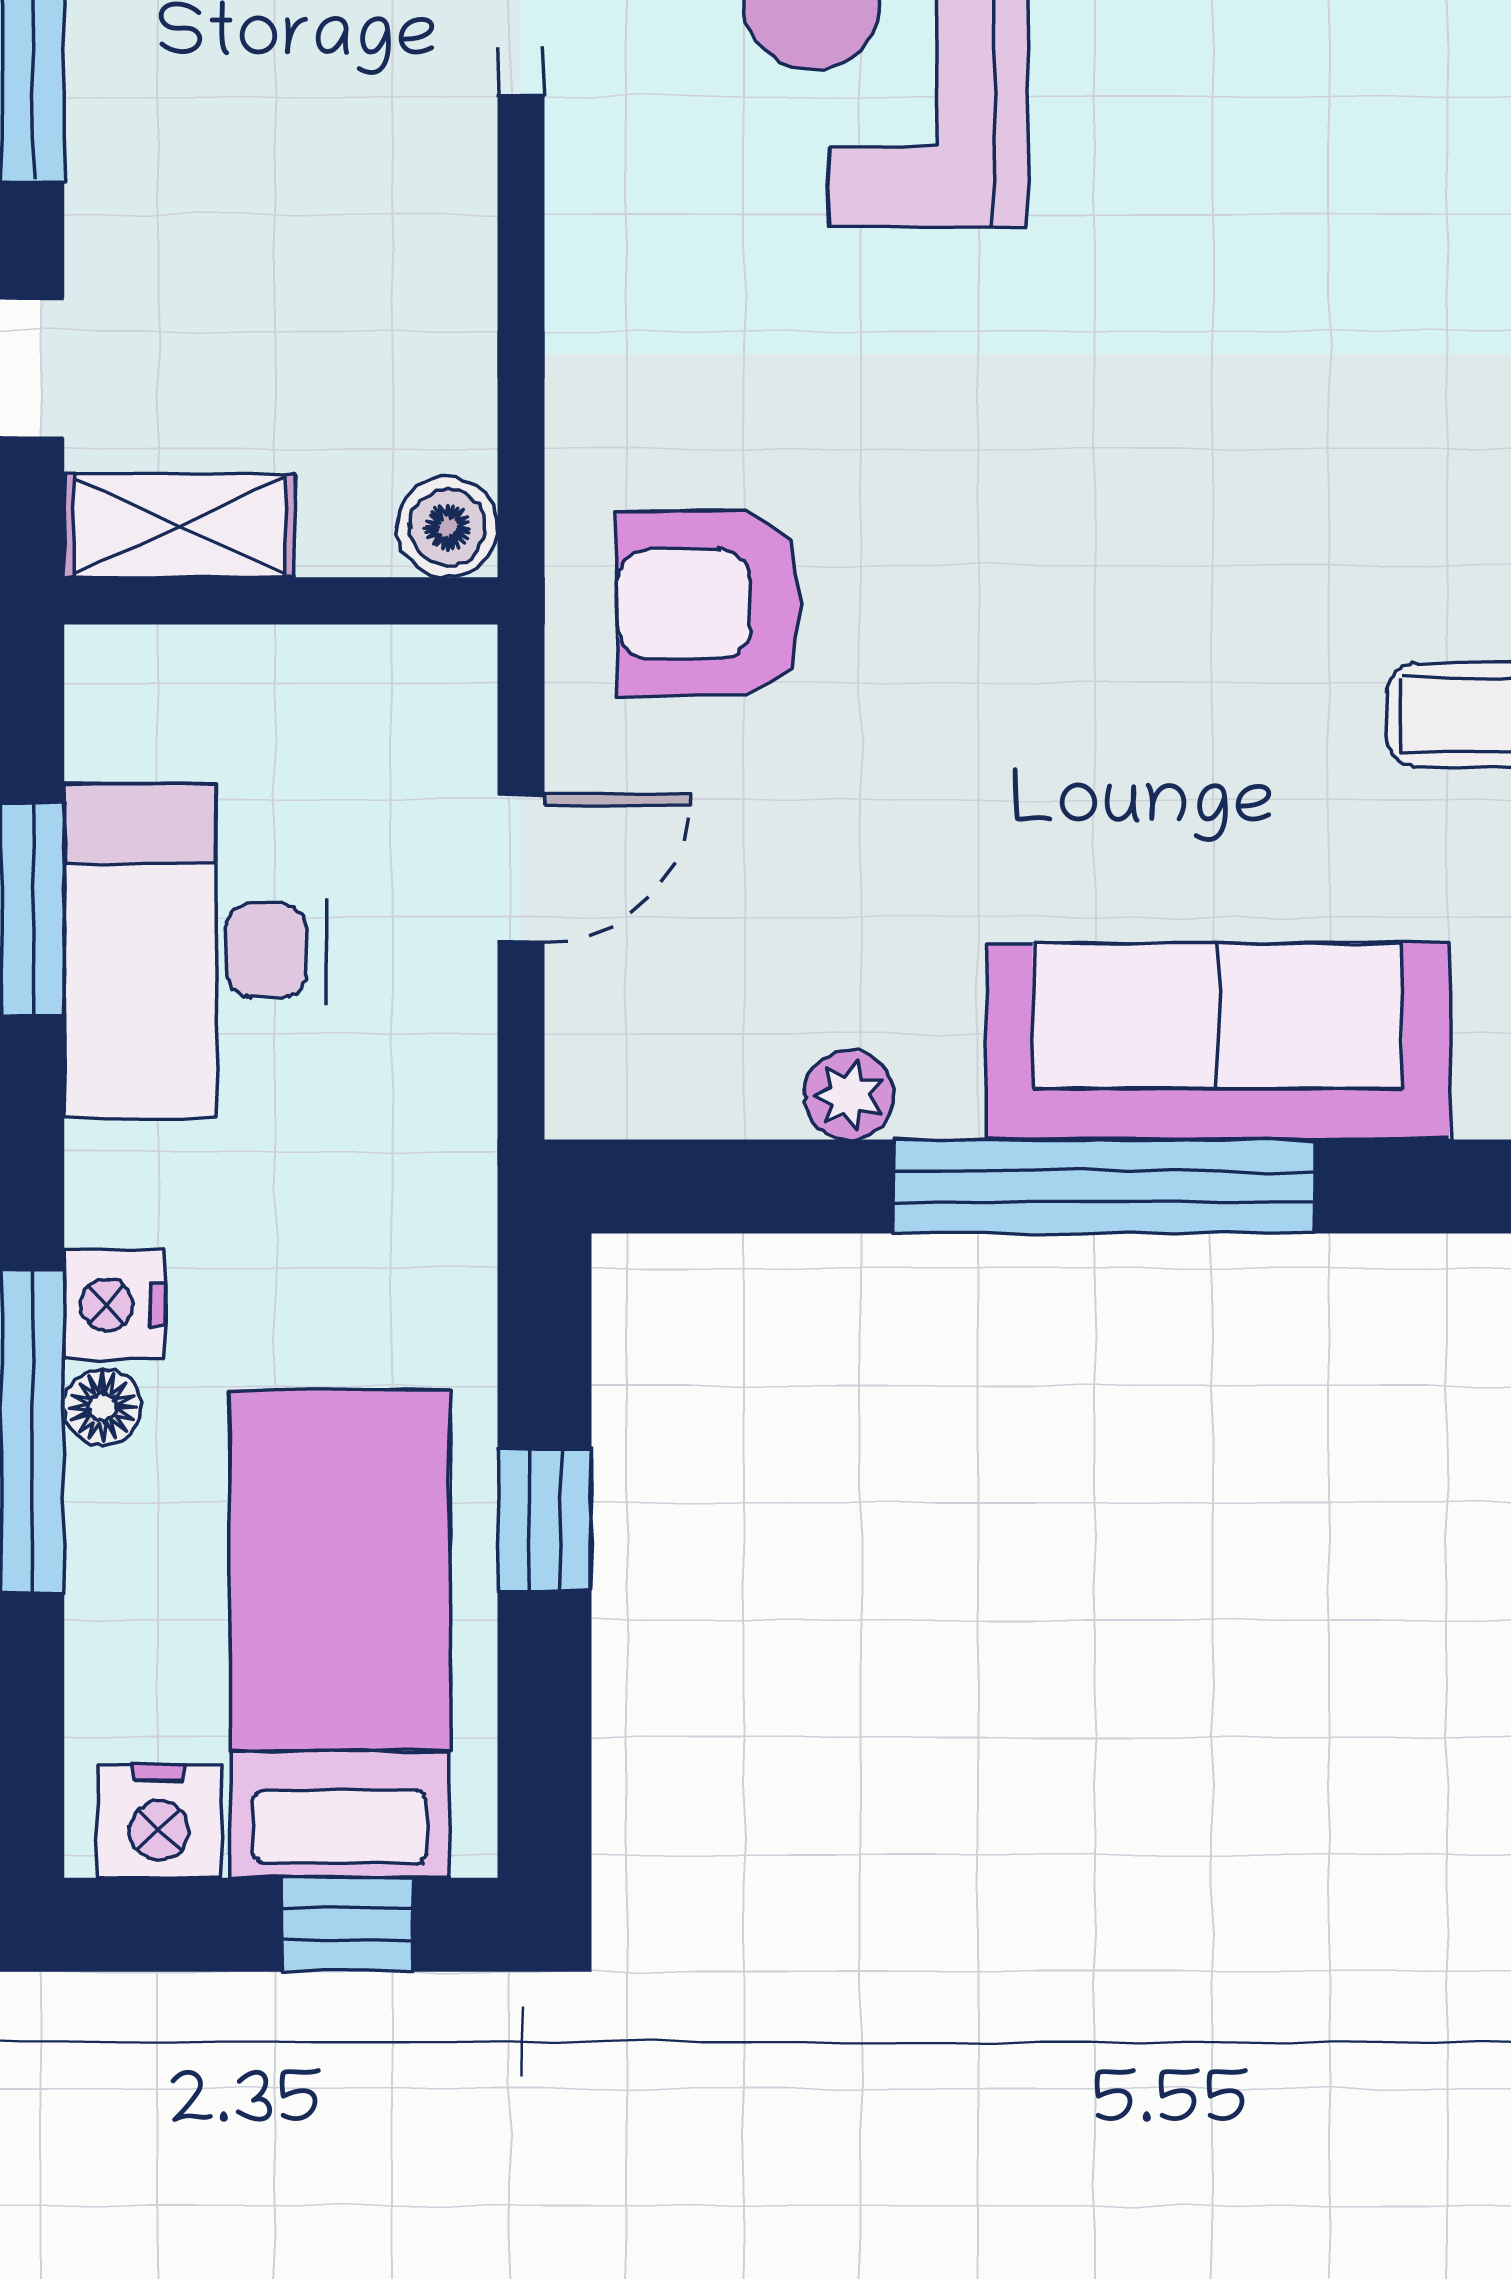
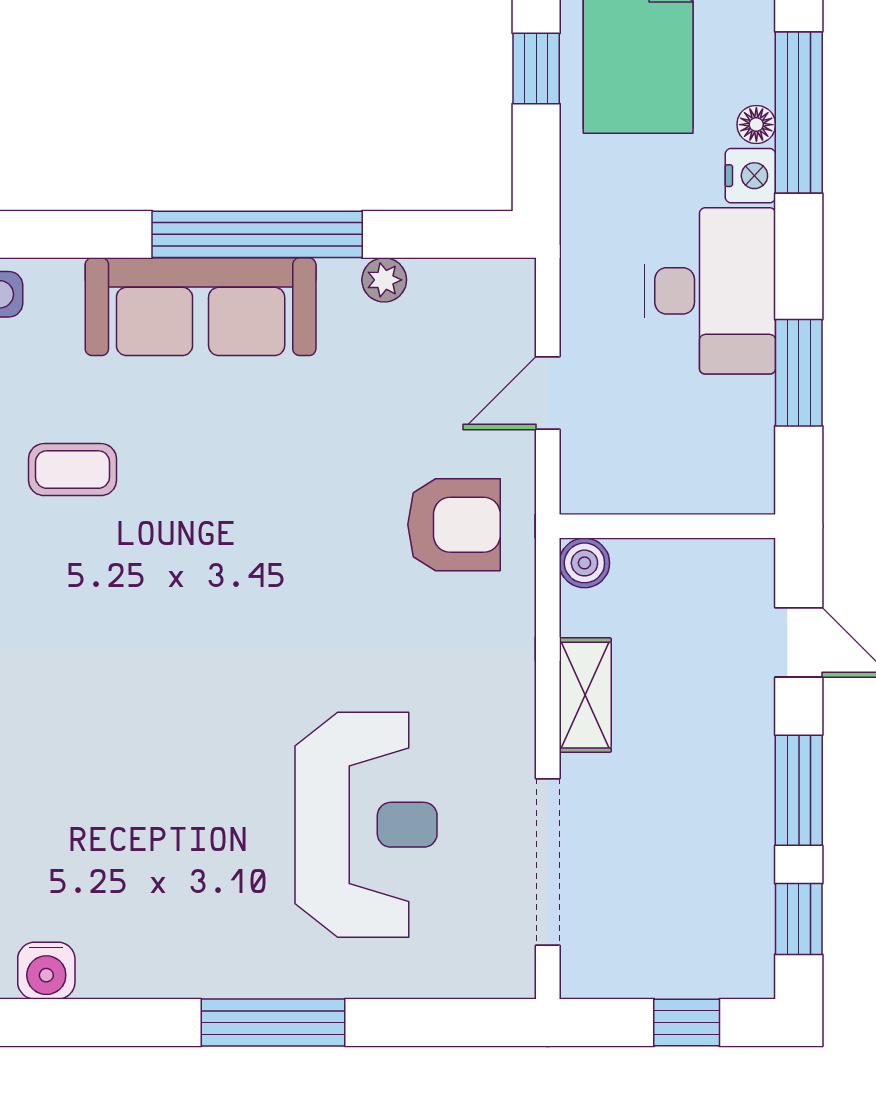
shelving: (179, 526) -> (585, 695), moved, turned 90
desk: (196, 951) -> (710, 291), moved

